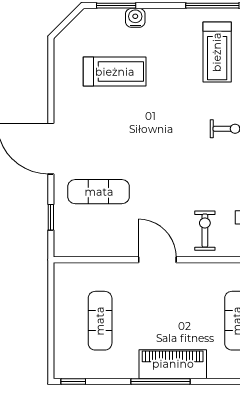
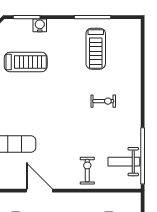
door: (157, 260) -> (39, 191), moved

